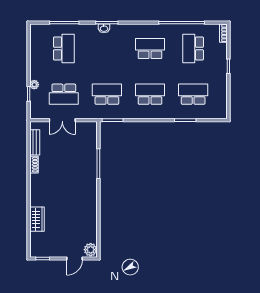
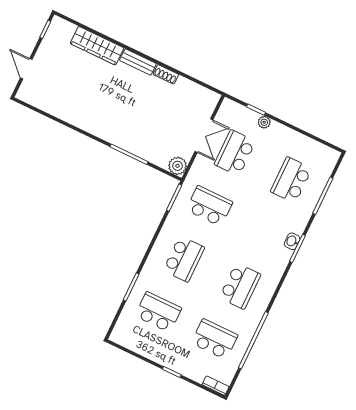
school desk: (64, 49) -> (291, 180), turned 90
school desk: (107, 94) -> (209, 206), turned -90
school desk: (193, 94) -> (158, 312), turned -90
double door: (62, 120) -> (204, 136), swing flipped
bench: (35, 142) -> (138, 62), moved
wardrobe: (37, 219) -> (97, 46), width x1.50
plant: (91, 250) -> (178, 166), moved

